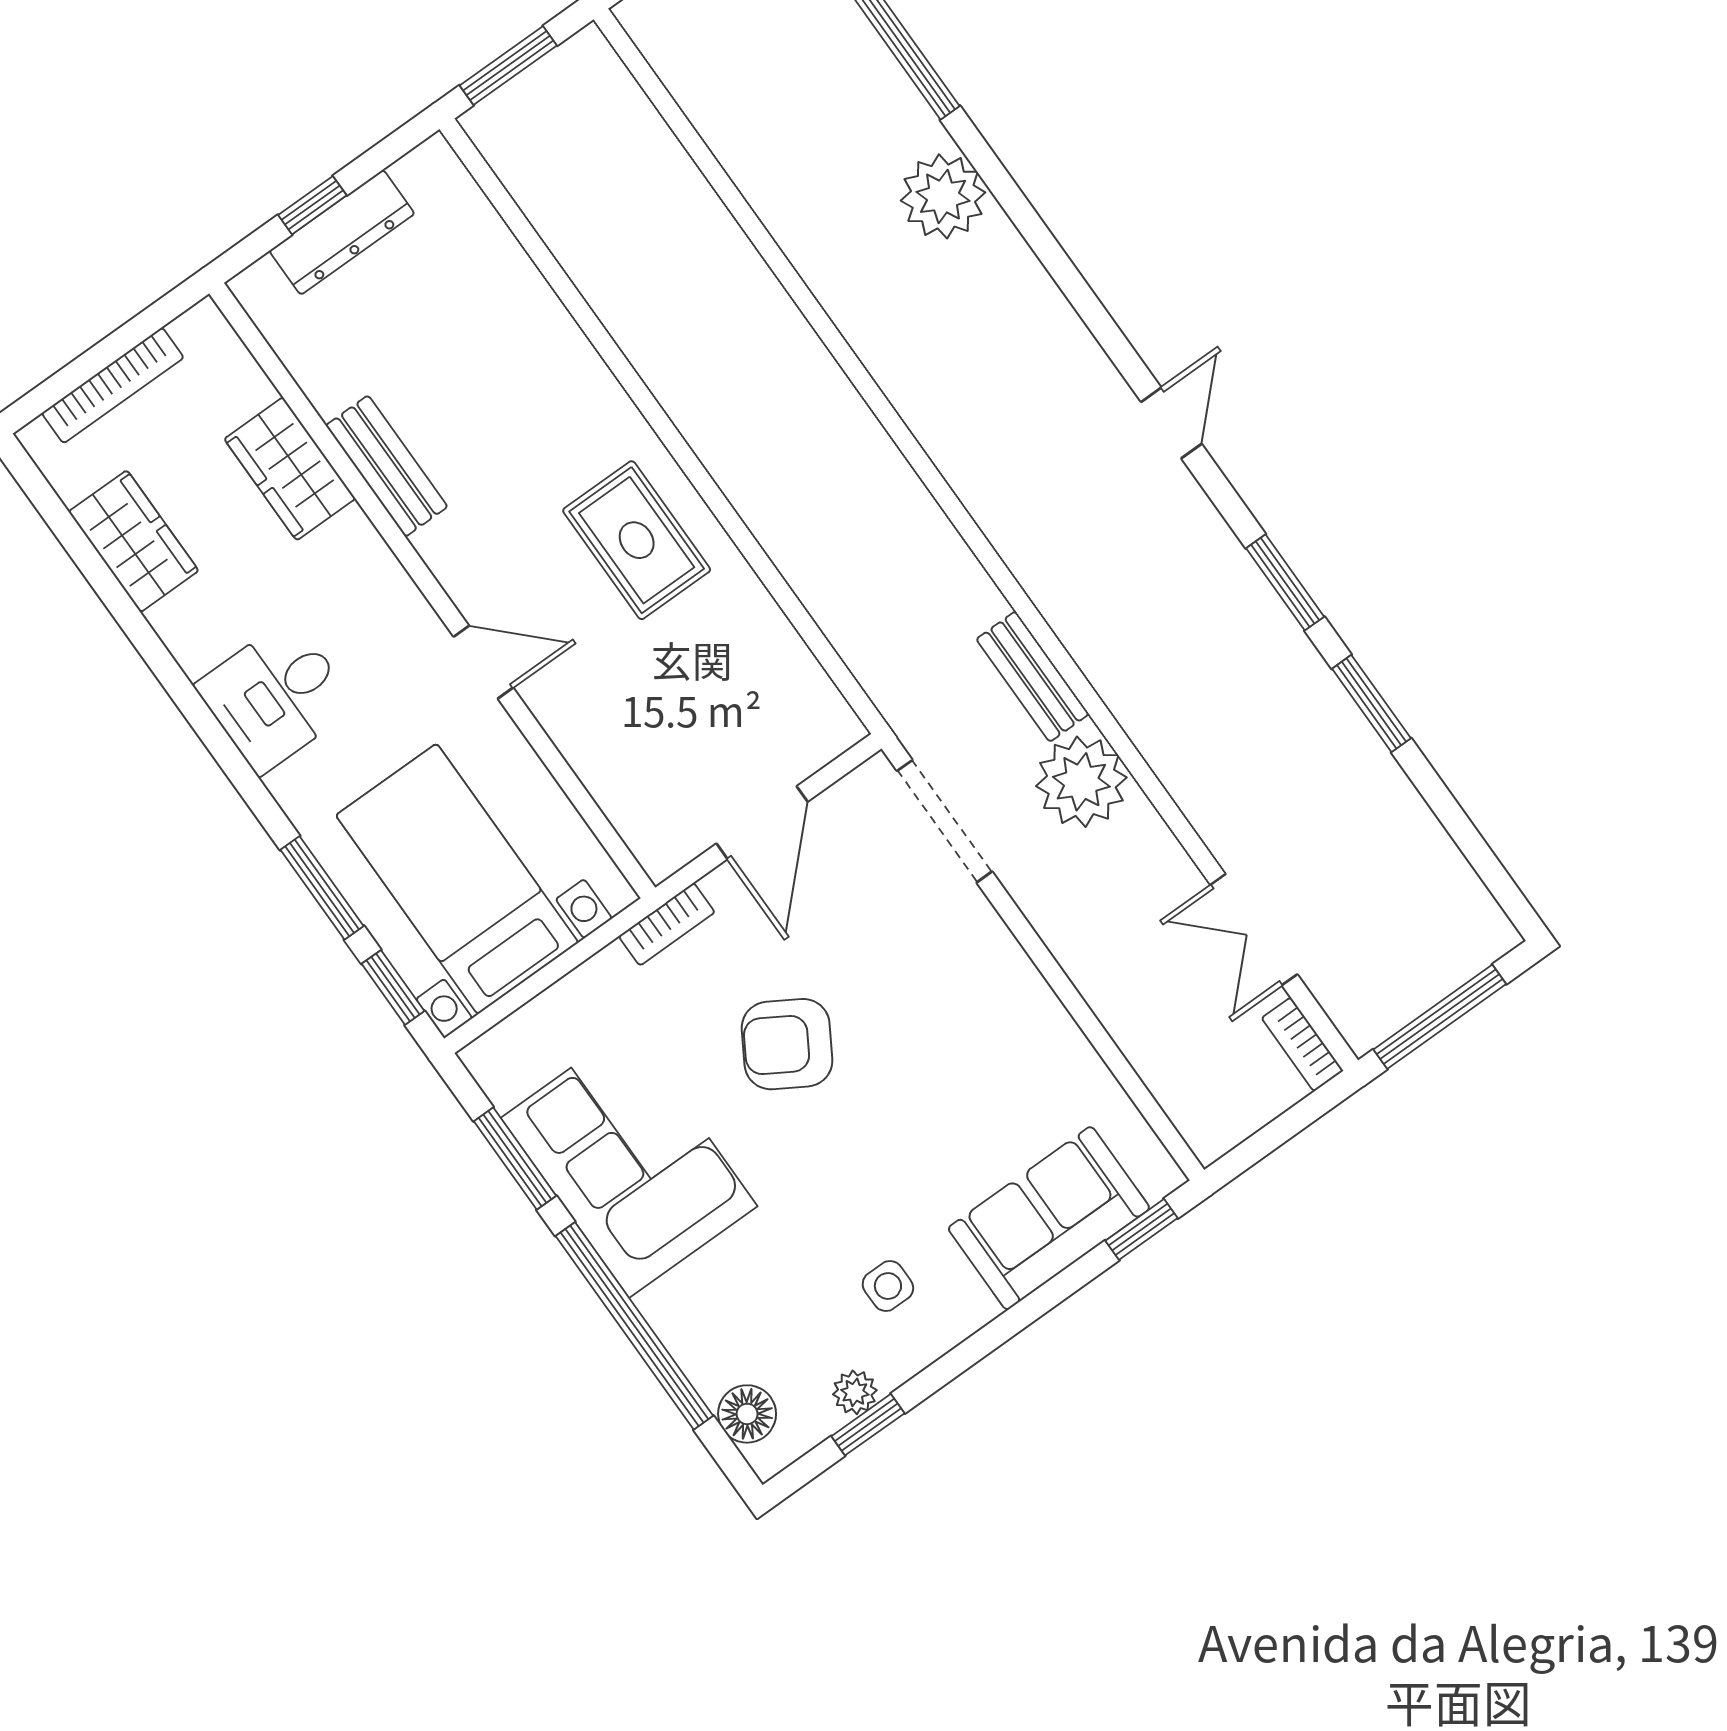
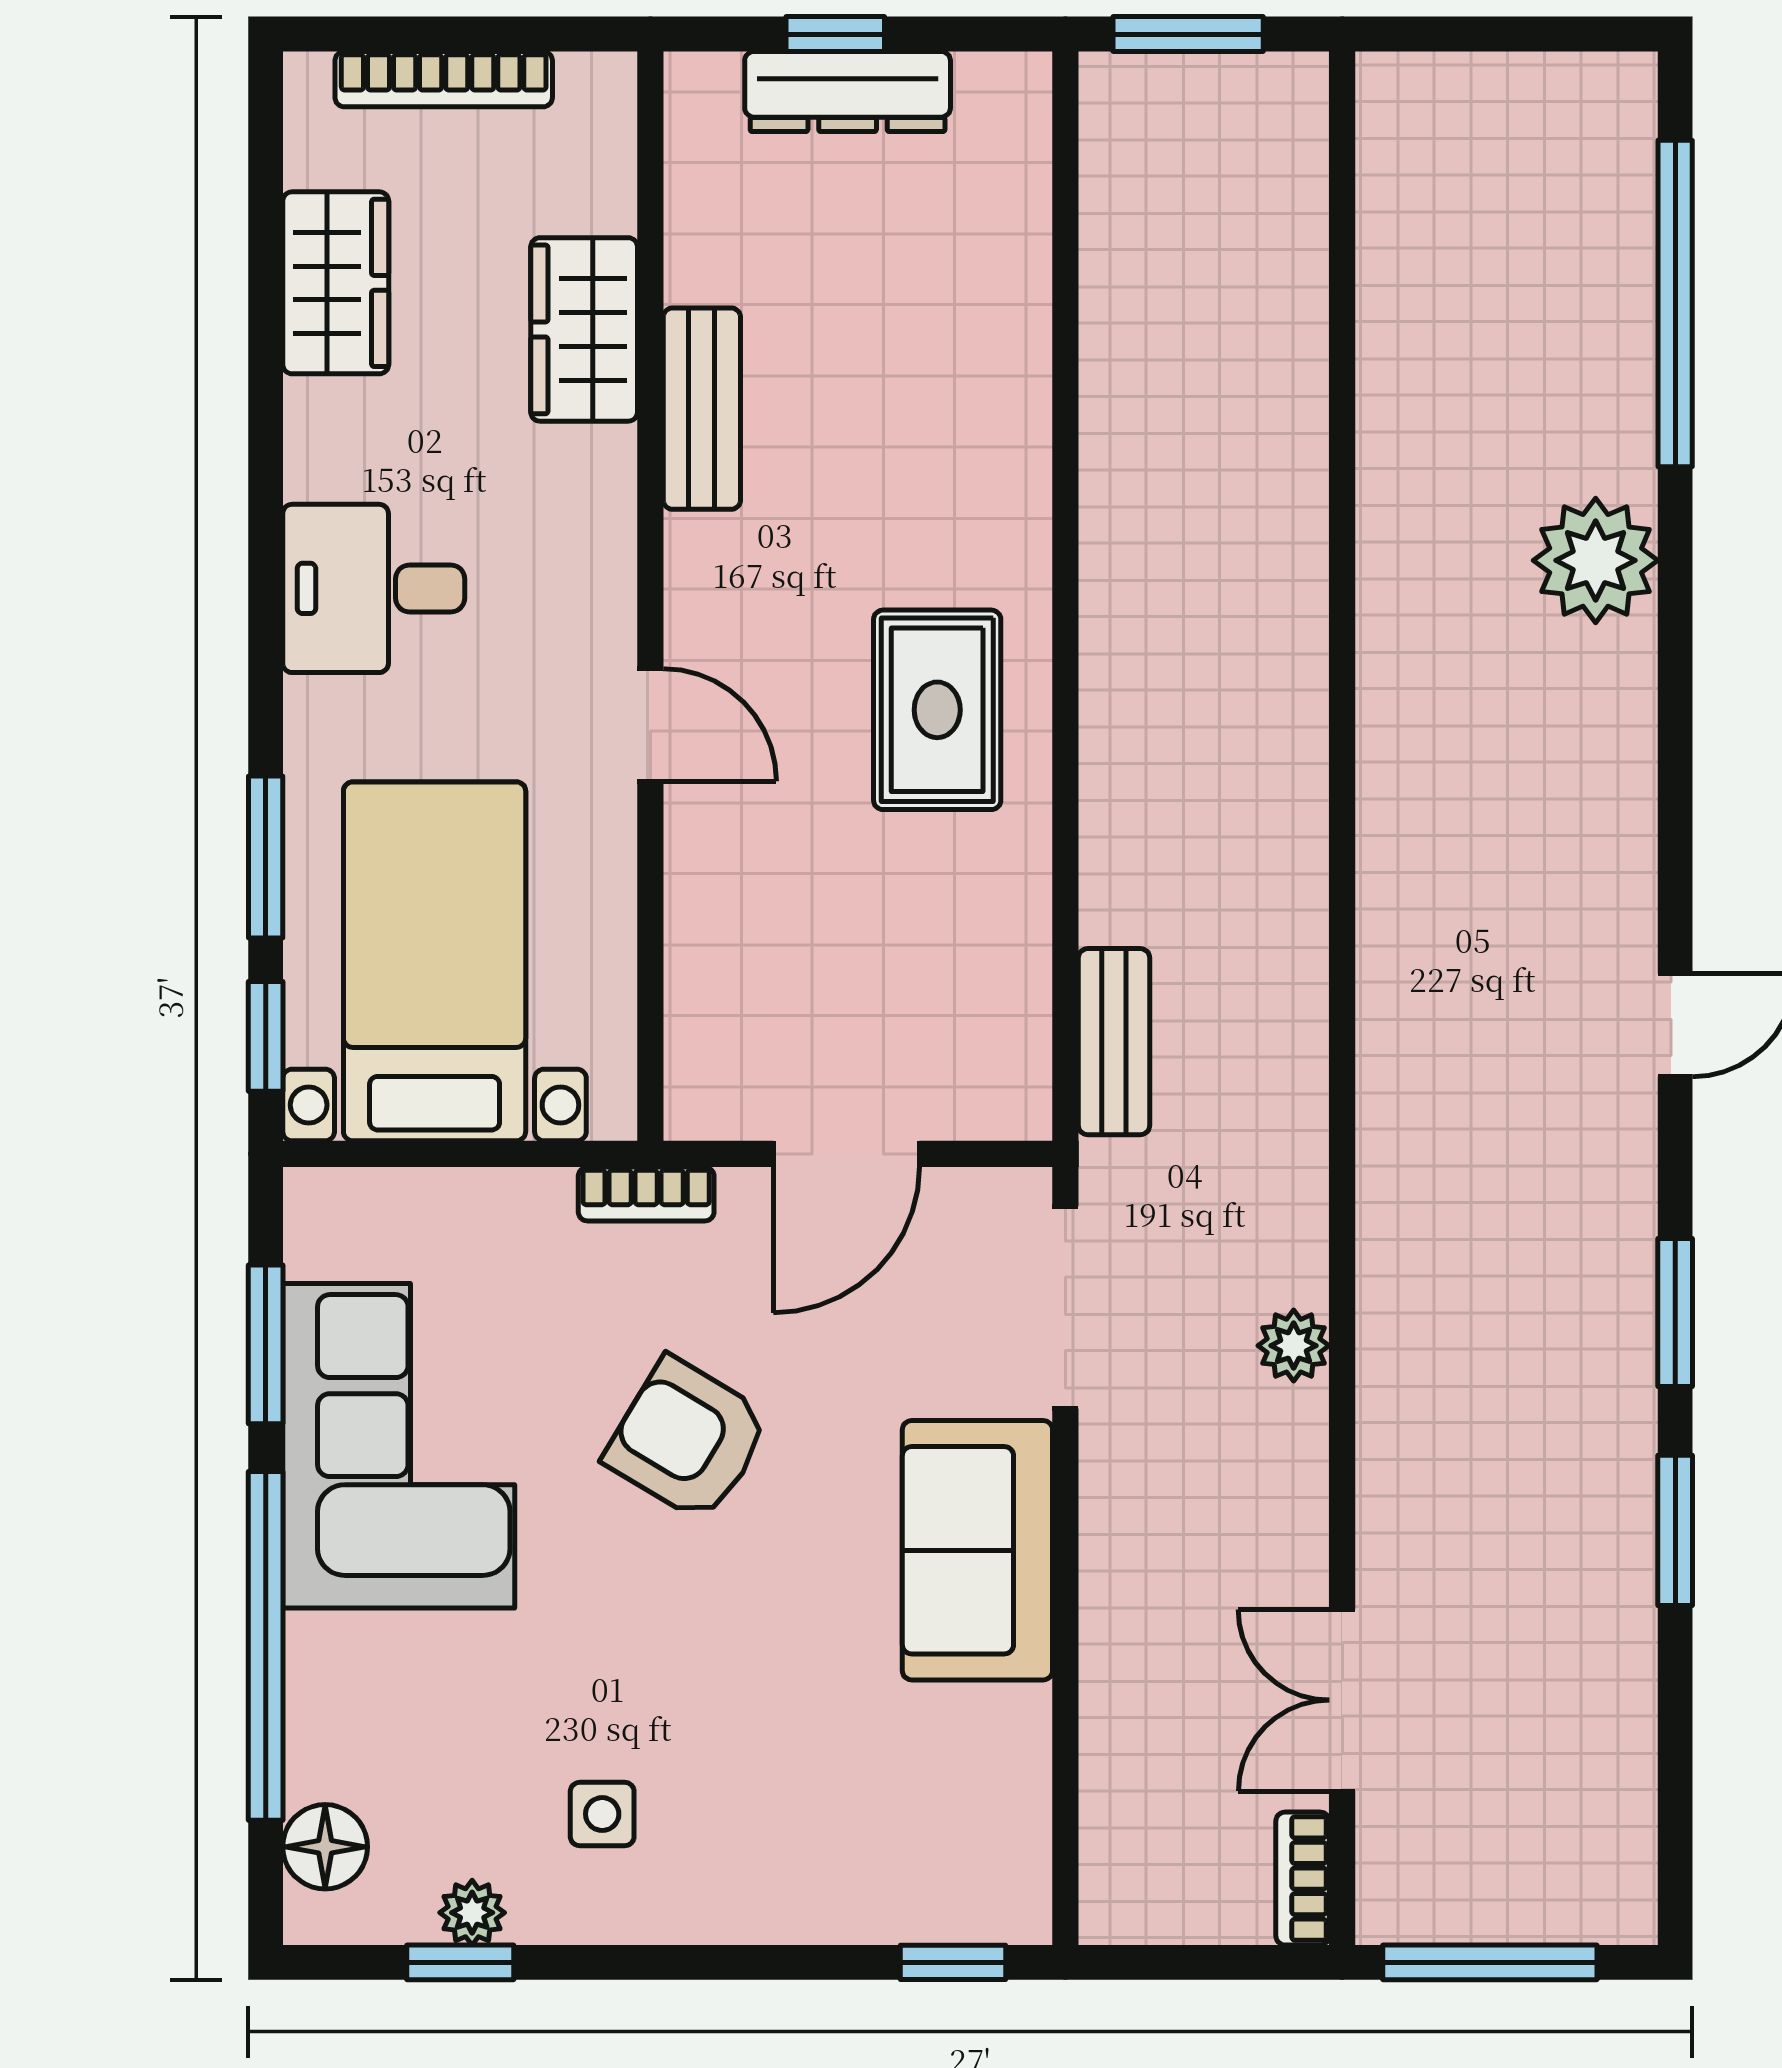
bench: (1033, 677) -> (1114, 1042), moved
plant: (1081, 782) -> (1294, 1346), width x0.53, depth x0.53
sofa: (1049, 1218) -> (977, 1550), moved, turned -90

